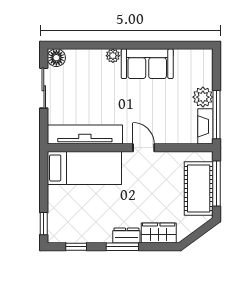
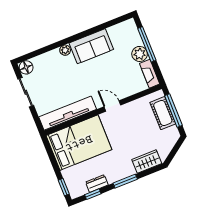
window: (217, 115) -> (147, 44), moved
bed: (84, 168) -> (79, 143), width x1.50
cot: (199, 188) -> (163, 113), width x0.73, depth x0.75
dresser: (126, 236) -> (97, 183), moved

